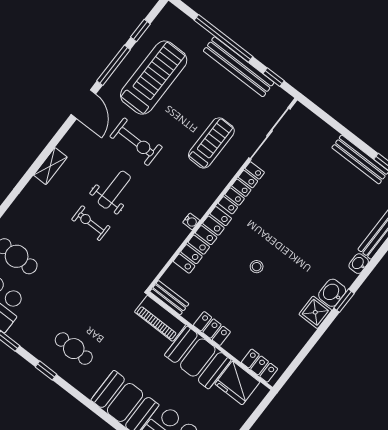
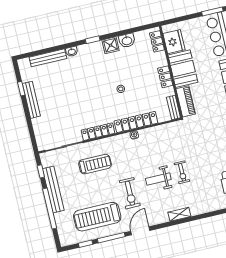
exercise bike: (136, 142) -> (130, 193), turned 180
treadmill: (211, 143) -> (95, 164), turned 180
washbasin: (332, 293) -> (127, 40), moved

